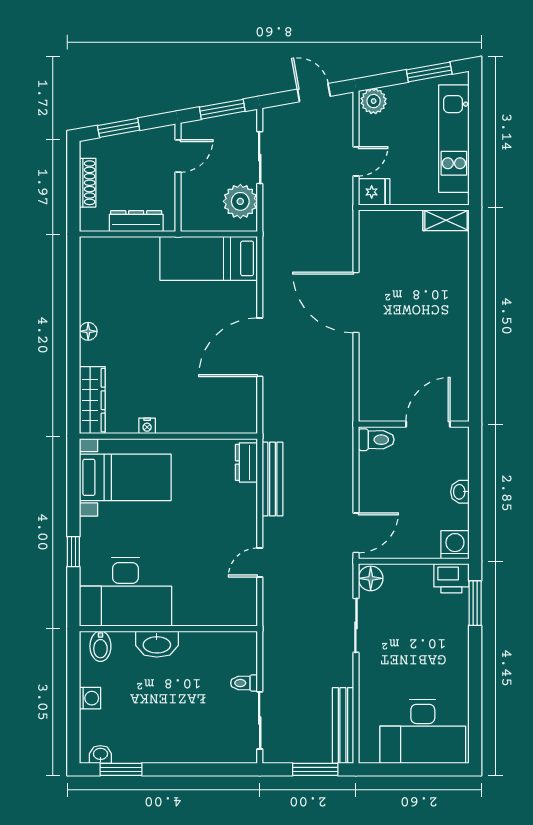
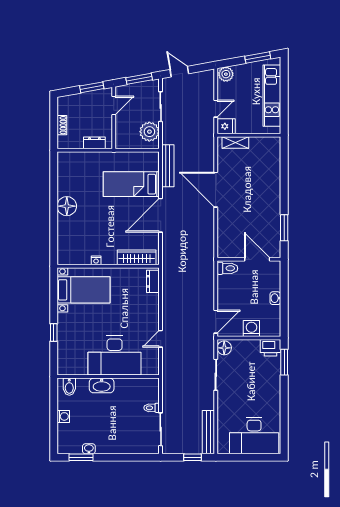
door: (314, 93) -> (179, 72), moved
window: (119, 128) -> (92, 87), moved
shoe rack: (88, 183) -> (62, 125), width x0.70
shelving: (446, 220) -> (235, 143), moved
dresser: (136, 221) -> (94, 143), width x0.70
bed: (209, 258) -> (131, 184), moved
floor lamp: (88, 331) -> (67, 206), width x1.89, depth x1.89
window: (475, 369) -> (284, 228), added
wardrobe: (92, 400) -> (137, 257), moved, turned -90
door: (428, 424) -> (257, 259), hinge flipped
bench: (272, 479) -> (168, 166), moved
washing machine: (455, 545) -> (251, 329), moved
desk: (125, 592) -> (115, 355), moved
washbasin: (100, 754) -> (89, 449), moved
window: (315, 769) -> (192, 457), width x0.67

